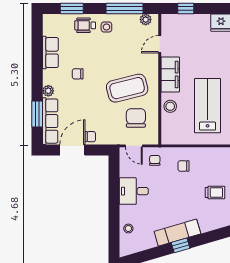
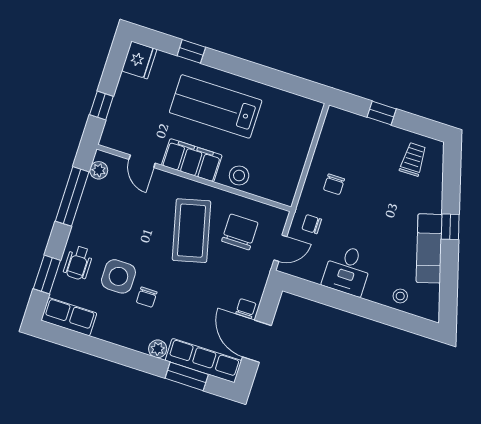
side table: (106, 27) -> (118, 276), moved, width x1.87, depth x1.87
row of seats: (50, 53) -> (69, 317), moved
lab bench: (208, 106) -> (216, 106), moved
chair: (136, 118) -> (240, 232), turned 90
trolley: (215, 192) -> (413, 159), moved
exam couch: (177, 233) -> (429, 248), moved

